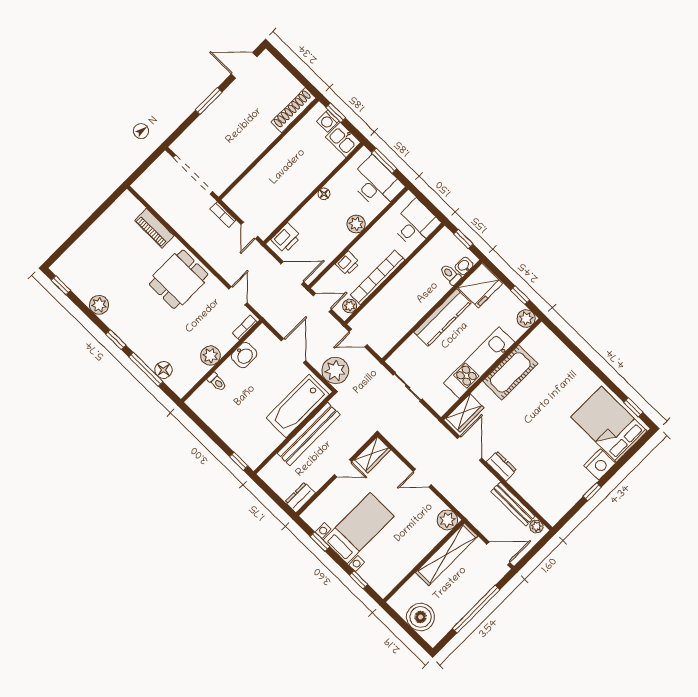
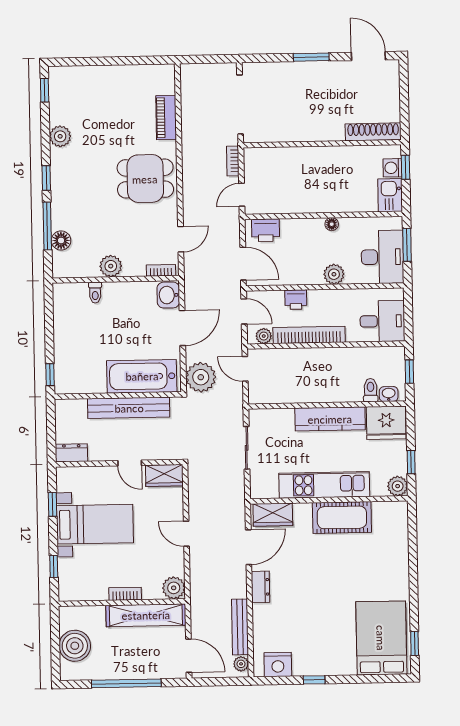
washbasin: (244, 355) -> (168, 295), moved, turned 90
nightstand: (600, 464) -> (278, 664), moved
bookcase: (420, 553) -> (125, 594), added

